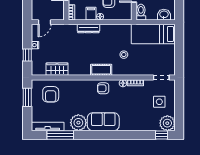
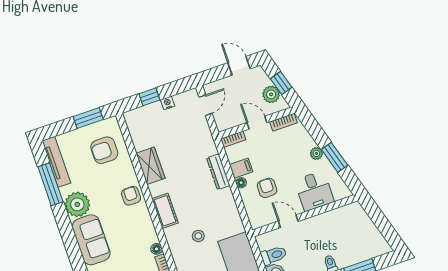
toilet: (141, 12) -> (274, 255), moved
door: (45, 22) -> (206, 105), swing flipped
wardrobe: (57, 69) -> (150, 166), moved
armchair: (103, 88) -> (131, 196), moved

